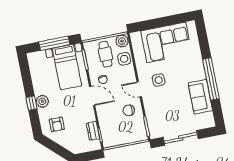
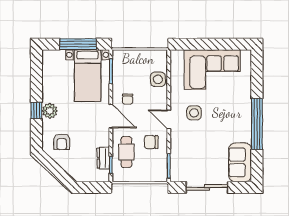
plant: (122, 41) -> (159, 58), removed
cafe table: (105, 54) -> (126, 152), moved
sofa: (200, 97) -> (240, 162), moved

